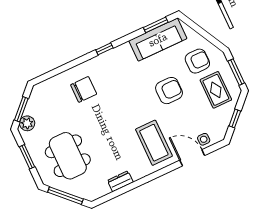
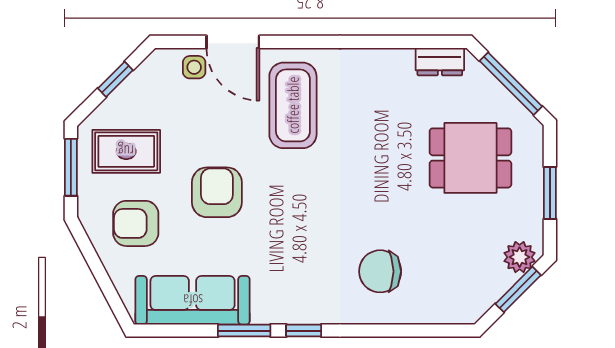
window: (156, 25) -> (244, 331), moved
rug: (216, 90) -> (126, 151), turned 90
armchair: (169, 91) -> (217, 192), turned 90
dining table: (68, 156) -> (470, 158), width x0.73
dresser: (120, 181) -> (440, 62), moved

